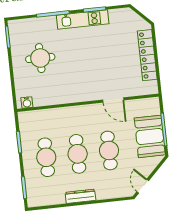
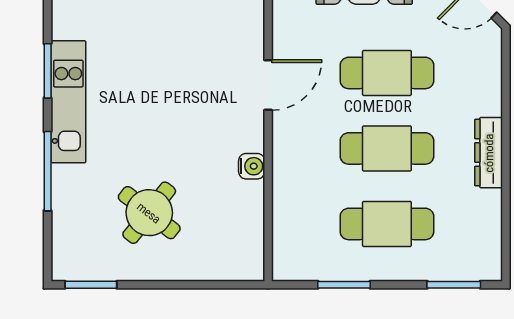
round table: (40, 58) -> (149, 213), turned 38
door: (113, 100) -> (268, 85), moved
water cooler: (27, 103) -> (252, 166), moved

